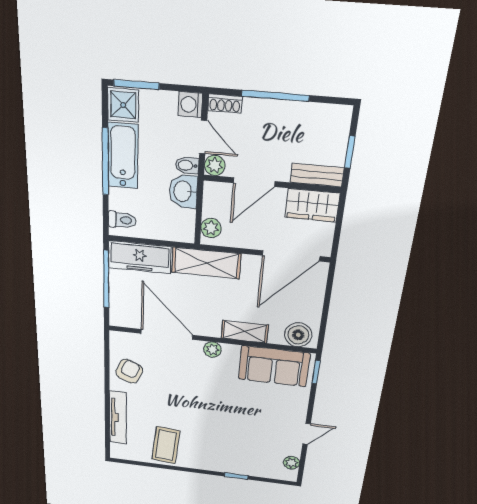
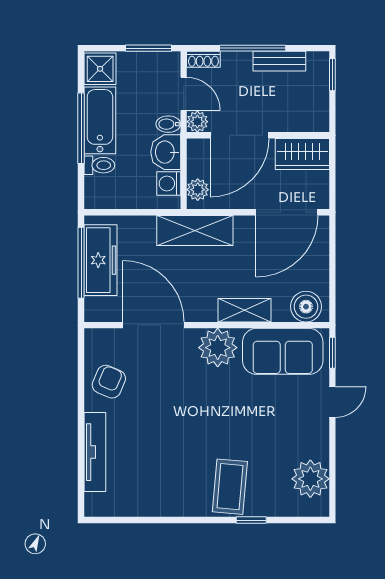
window: (136, 85) -> (148, 48), moved
washing machine: (190, 105) -> (169, 184), moved
window: (350, 152) -> (332, 75), moved
bench: (317, 175) -> (279, 61), moved
door: (254, 182) -> (240, 135), width x1.36
toilet: (122, 220) -> (99, 165), moved
freezer: (140, 257) -> (101, 260), moved, turned -90
plant: (212, 350) -> (218, 348), width x1.87, depth x1.87
door: (307, 434) -> (332, 402), moved
coffee table: (166, 445) -> (230, 487), moved
plant: (292, 463) -> (310, 479), width x1.88, depth x1.88

